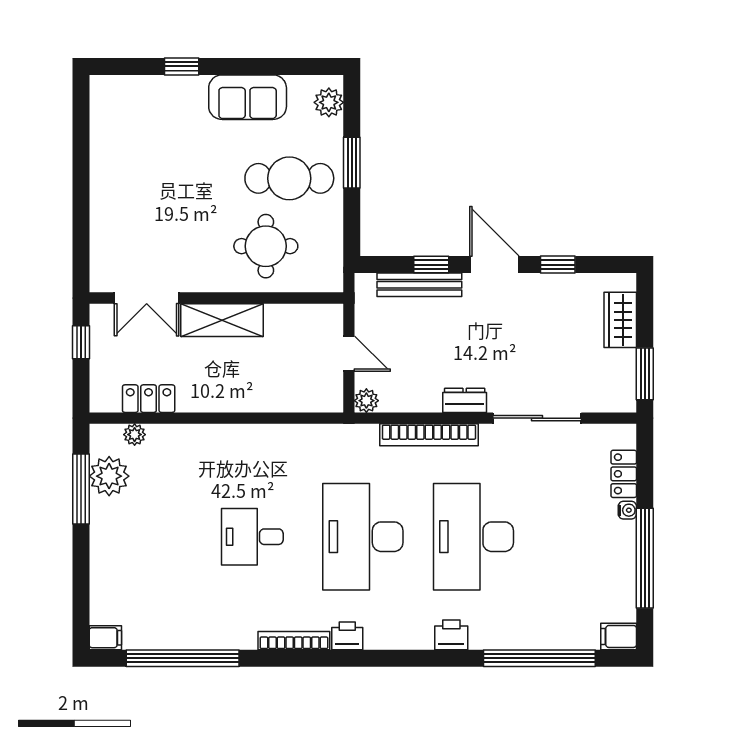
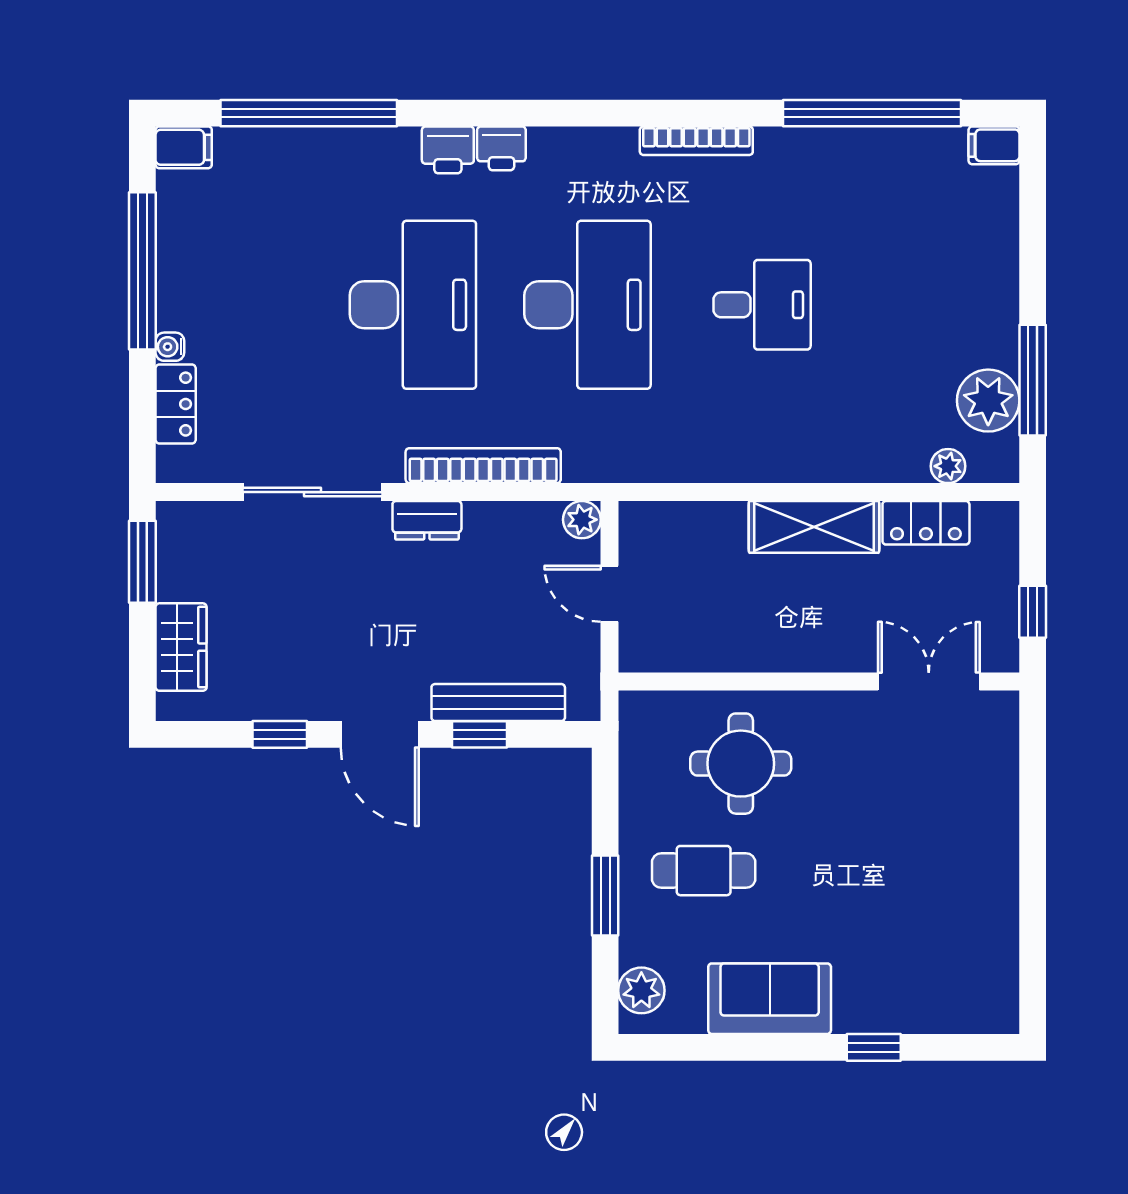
cafe table: (289, 178) -> (704, 871), width x0.73, depth x0.74
shelving: (222, 320) -> (814, 527), moved
printer: (347, 636) -> (501, 148), moved

